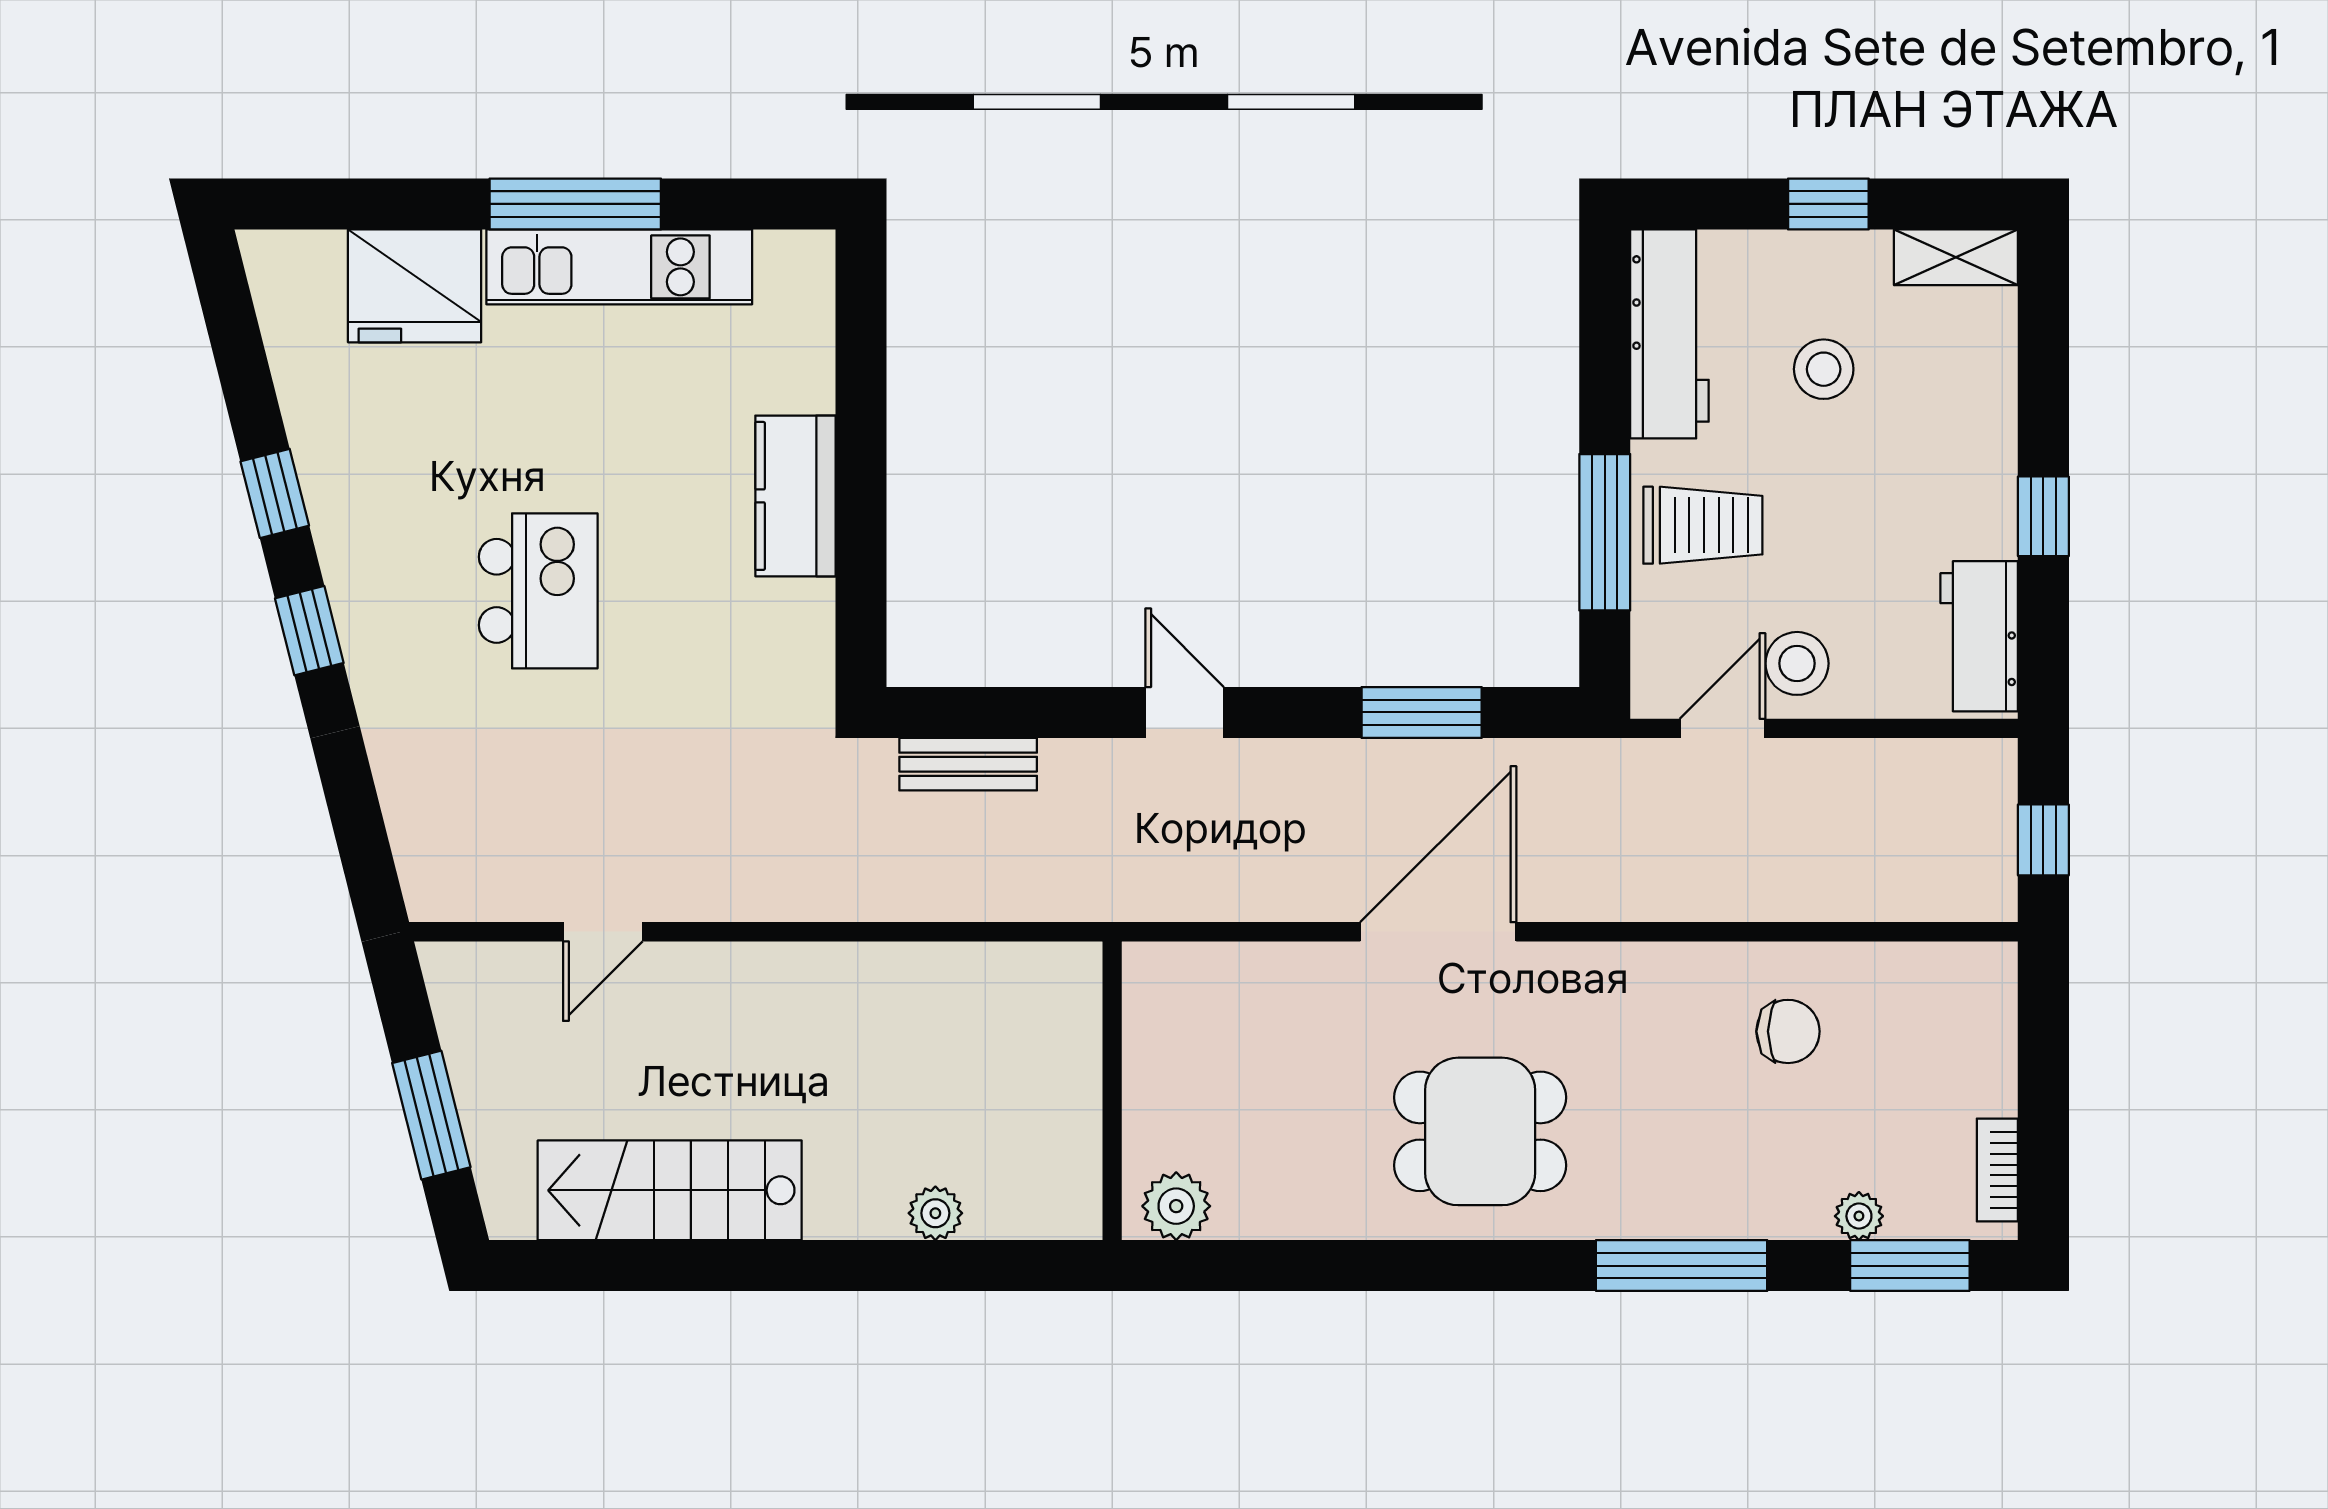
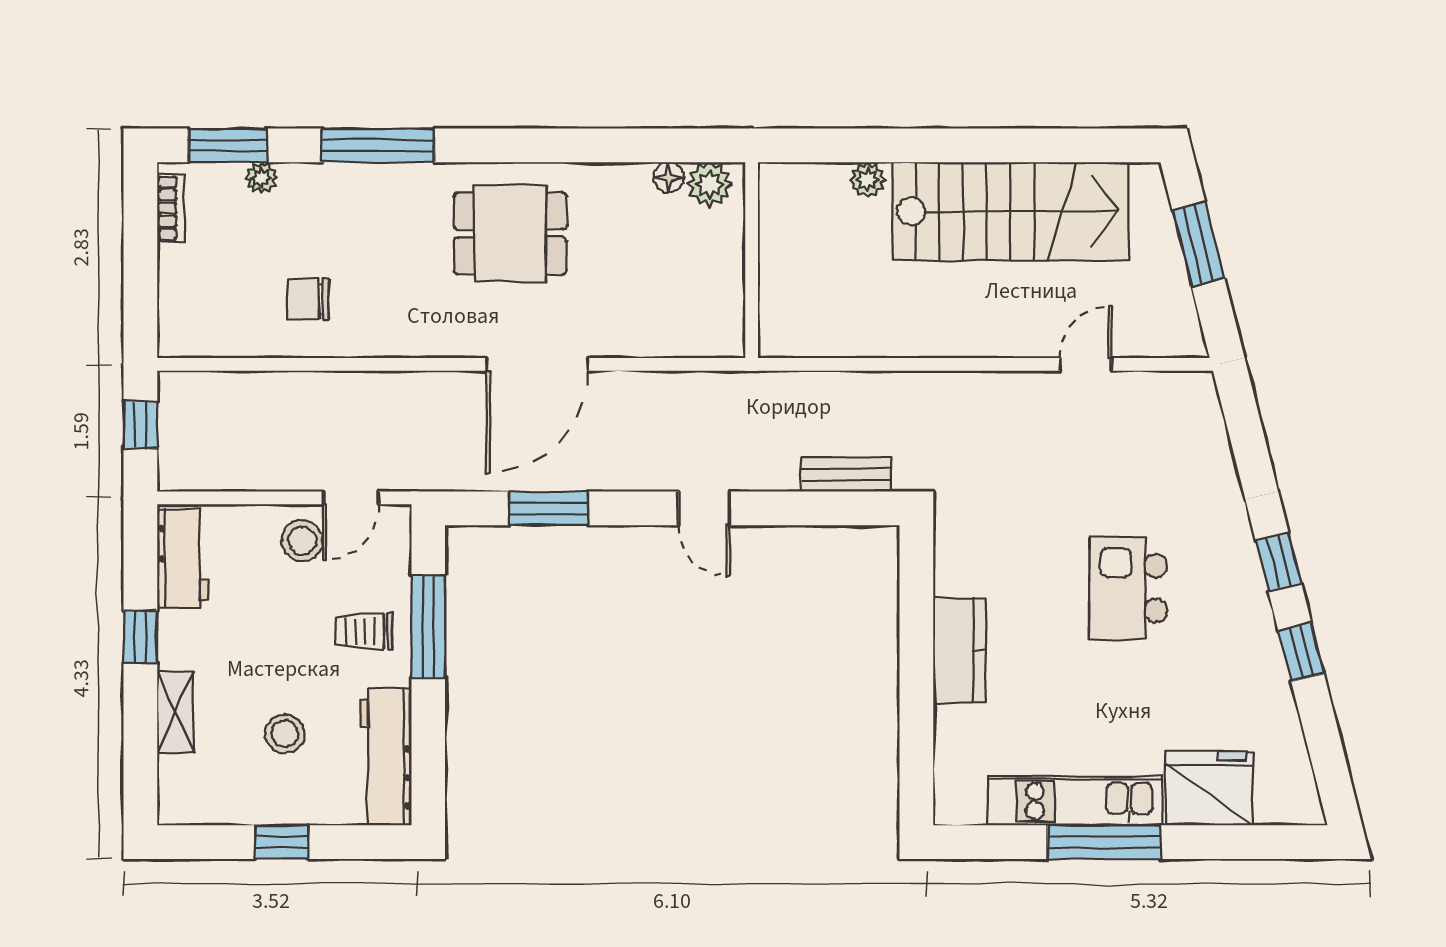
shelving: (1956, 257) -> (175, 712), moved, turned 90
trolley: (1703, 525) -> (364, 631), width x0.73, depth x0.72
stairs: (670, 1190) -> (1011, 211), width x1.36, depth x1.51
floor lamp: (1238, 1217) -> (669, 177), added

